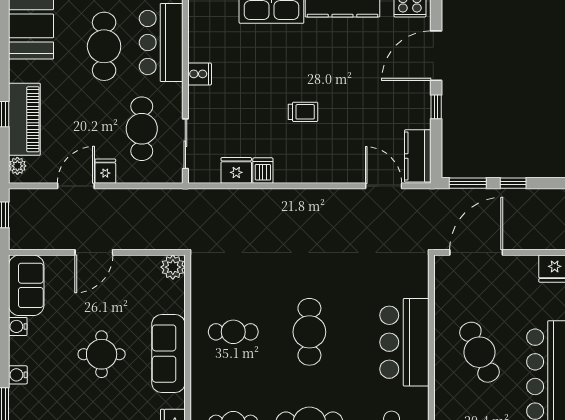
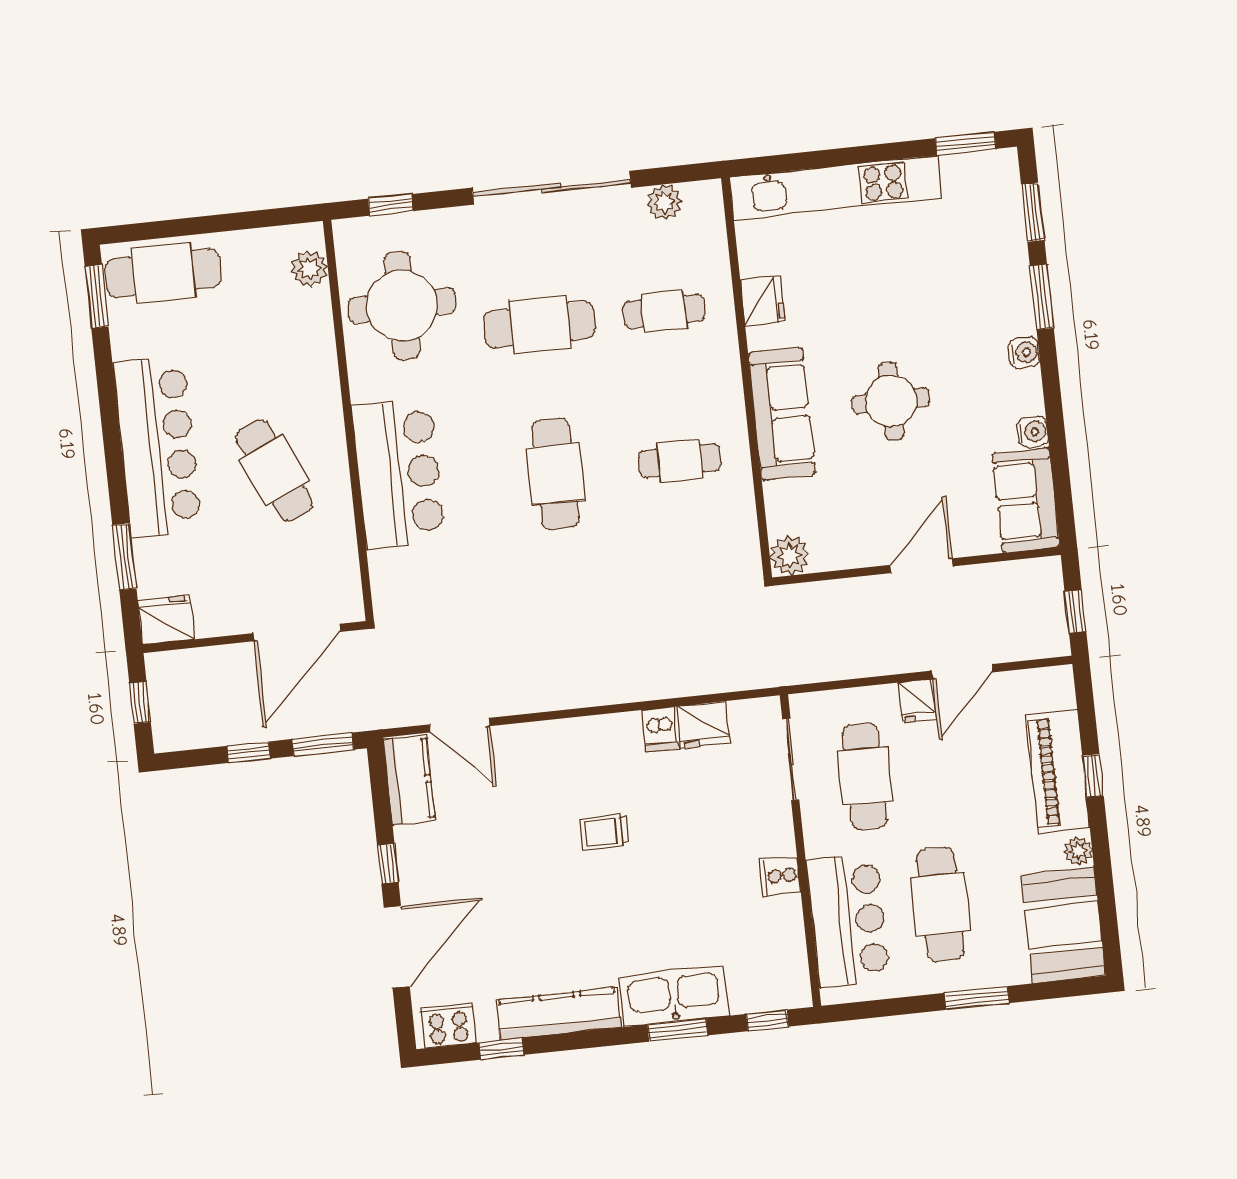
plant: (17, 166) -> (1078, 851), moved

